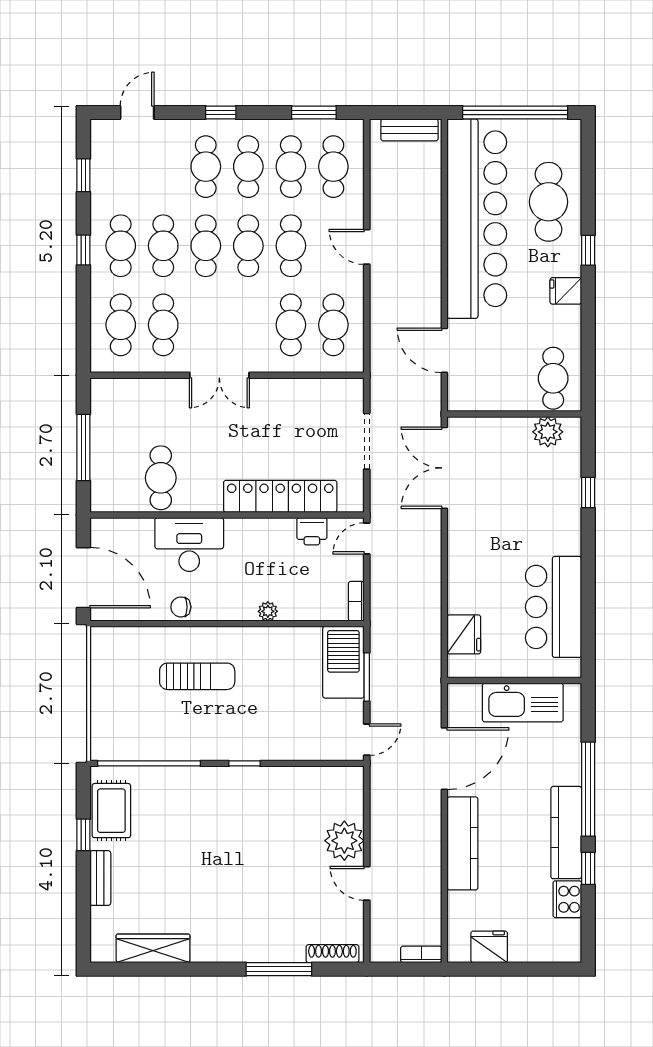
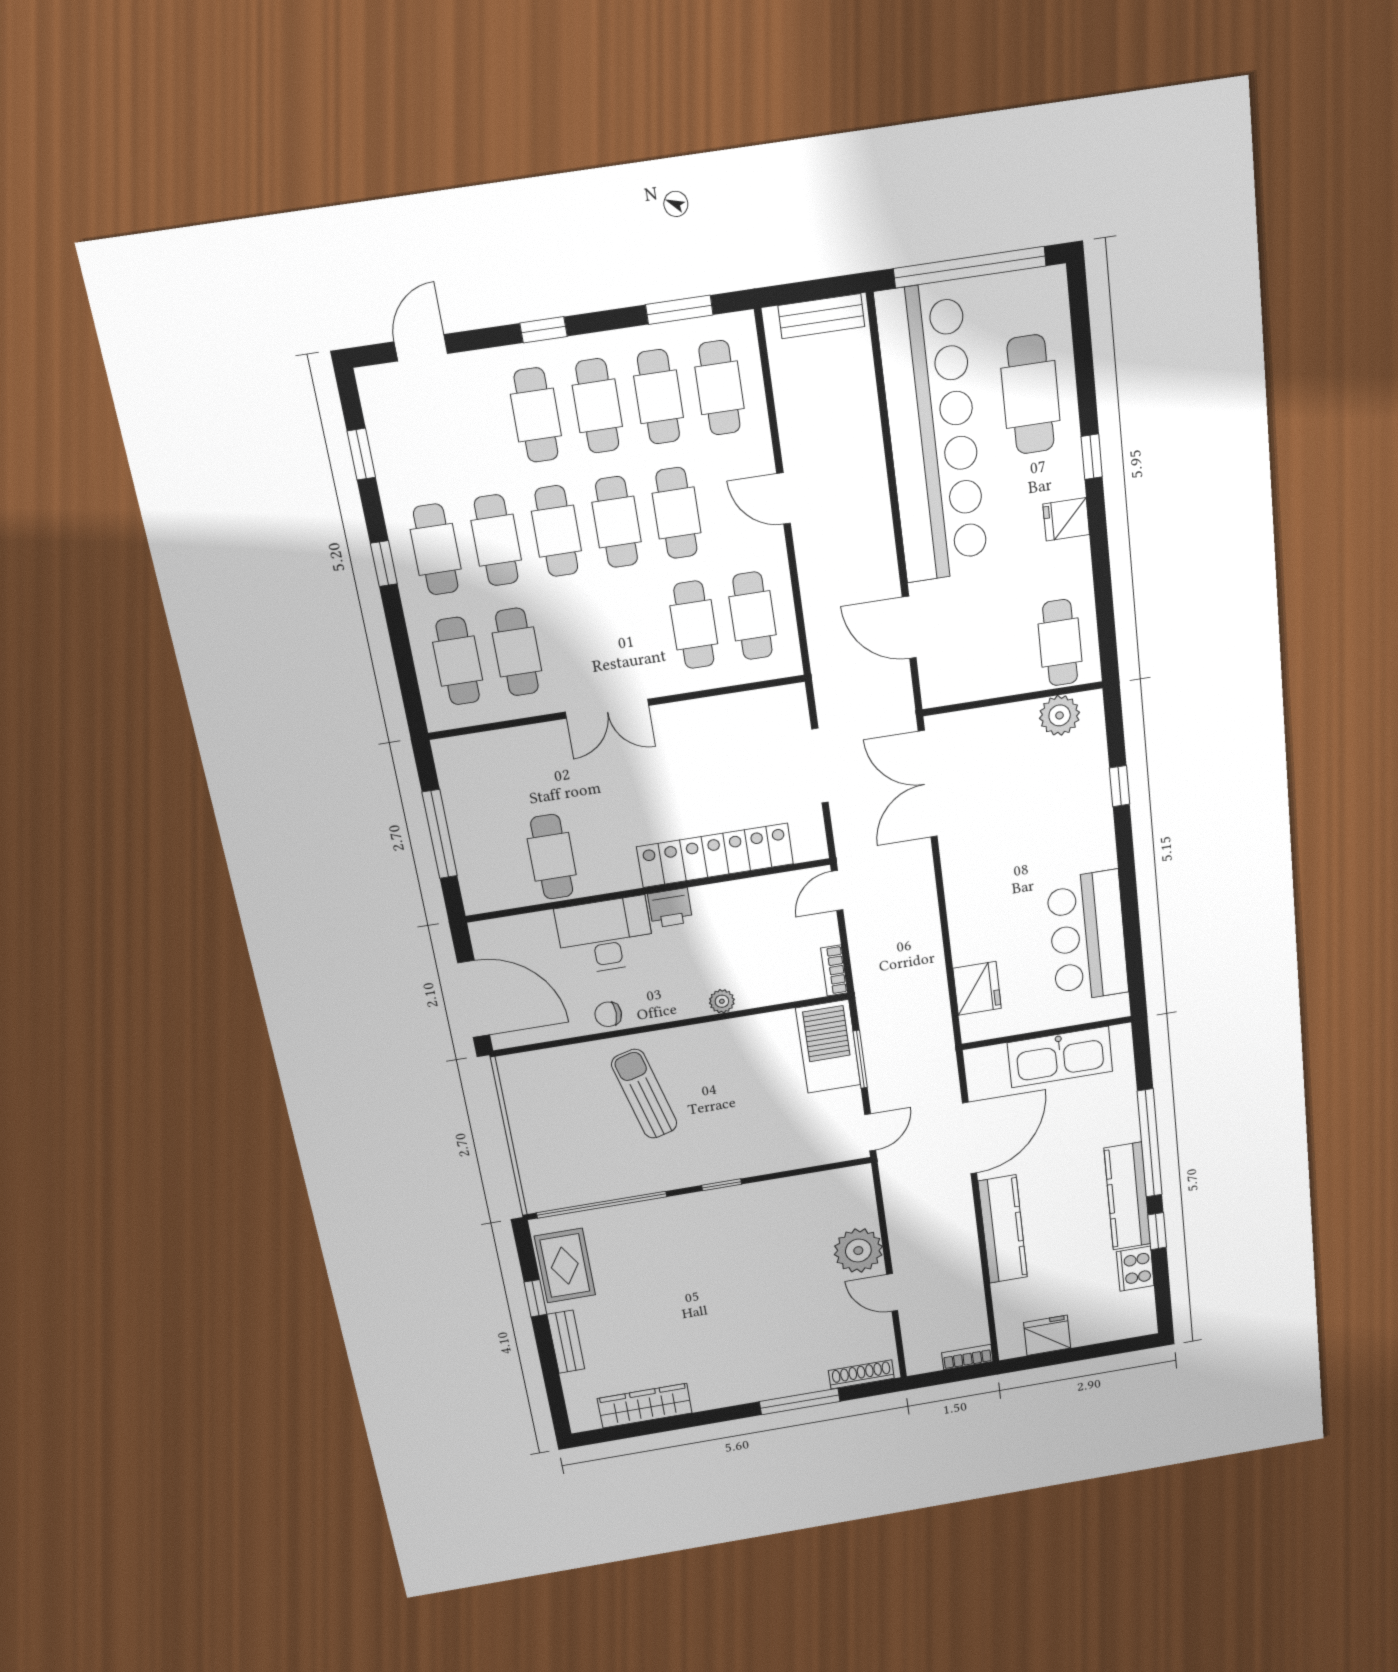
printer: (312, 531) -> (670, 908), moved
sun lounger: (197, 676) -> (644, 1094), turned -105

